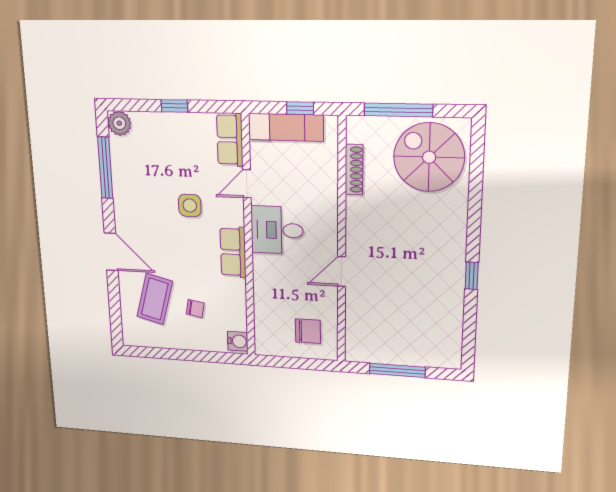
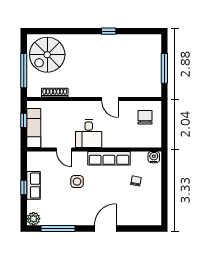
row of seats: (230, 140) -> (34, 185), moved, turned -90
row of seats: (233, 252) -> (109, 158), width x1.48
coffee table: (155, 299) -> (132, 204), removed

